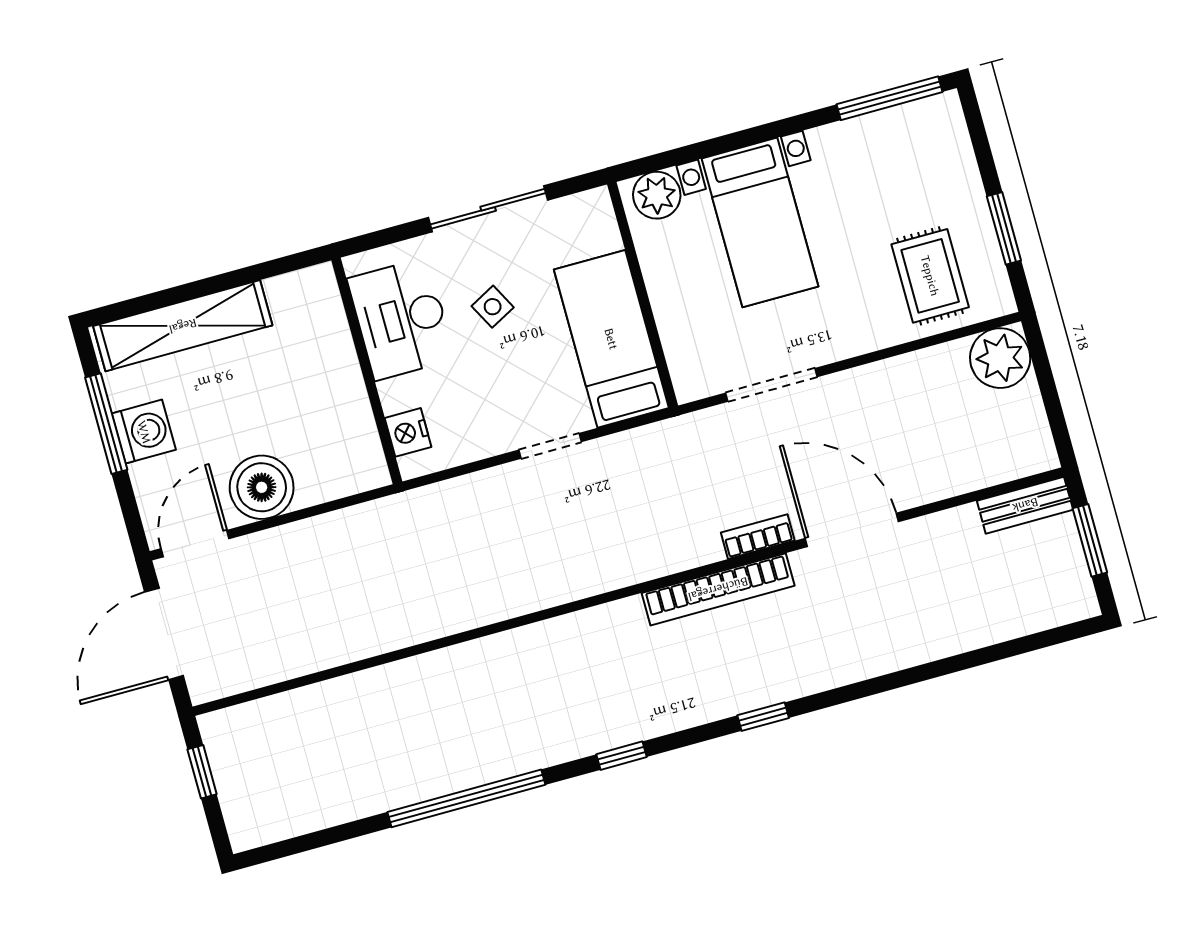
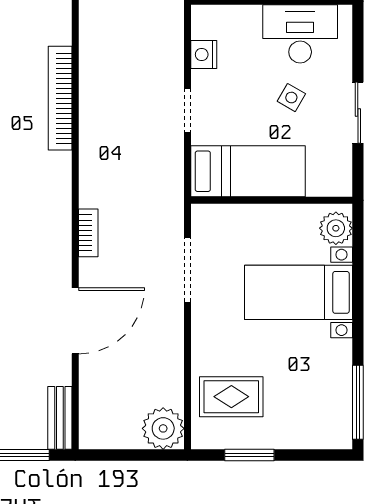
sliding door: (488, 209) -> (358, 113), width x0.73
side table: (493, 307) -> (291, 98), turned -32
nightstand: (408, 432) -> (204, 55), moved, turned -90
door: (852, 530) -> (75, 321), moved
bookcase: (718, 589) -> (60, 98), moved

